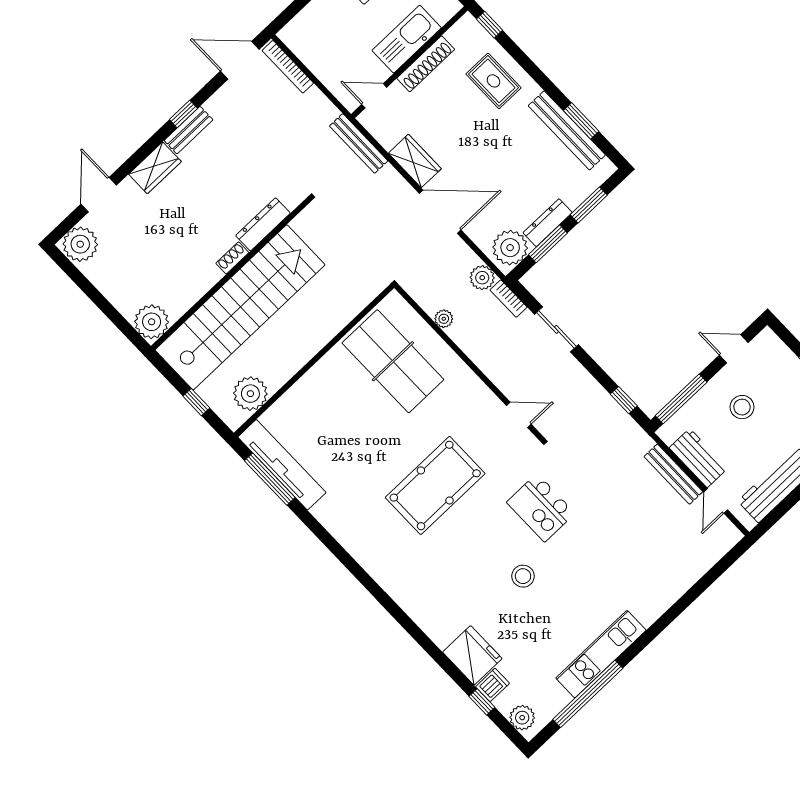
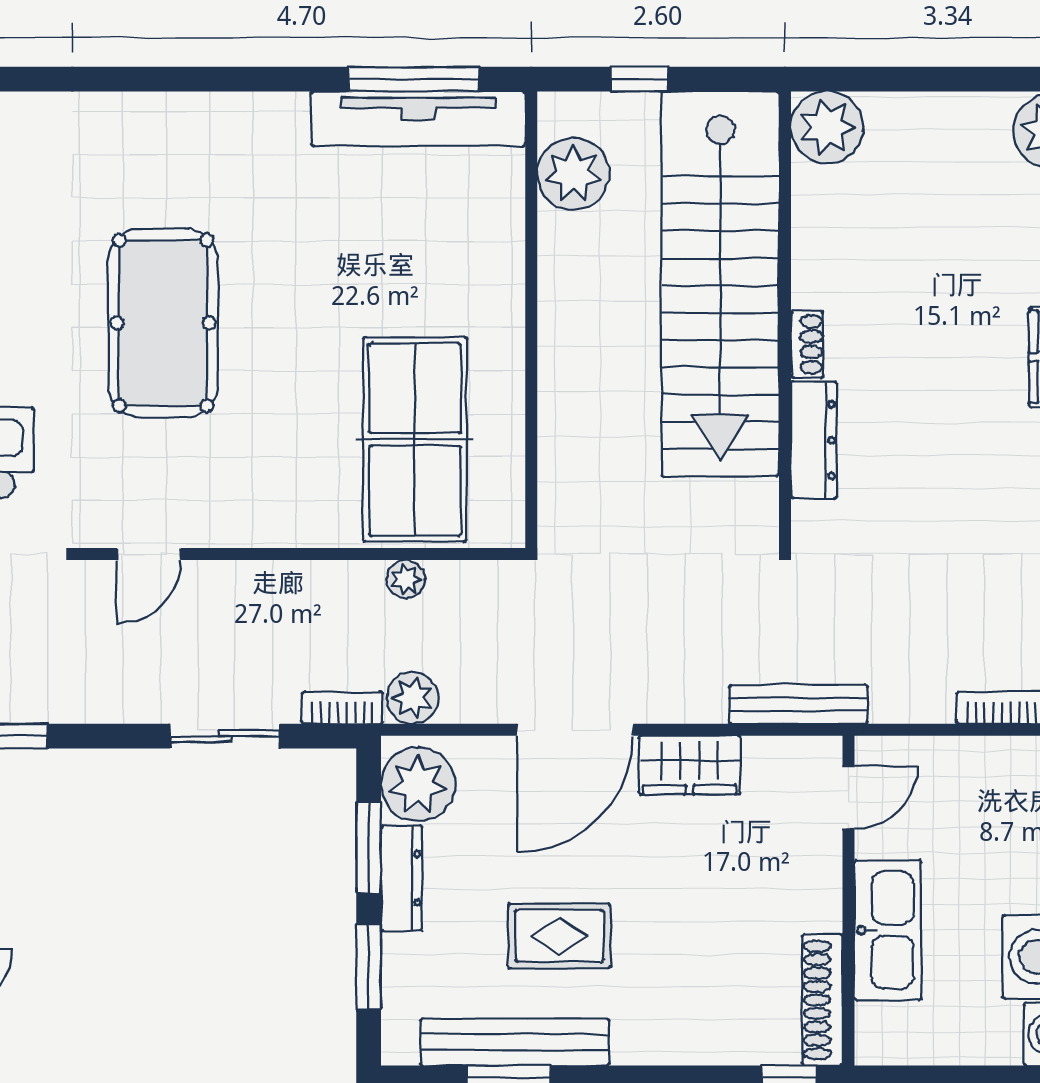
shoe rack: (426, 64) -> (822, 1000), moved
rug: (493, 81) -> (559, 936), moved
table tennis table: (393, 361) -> (415, 439), turned 90

